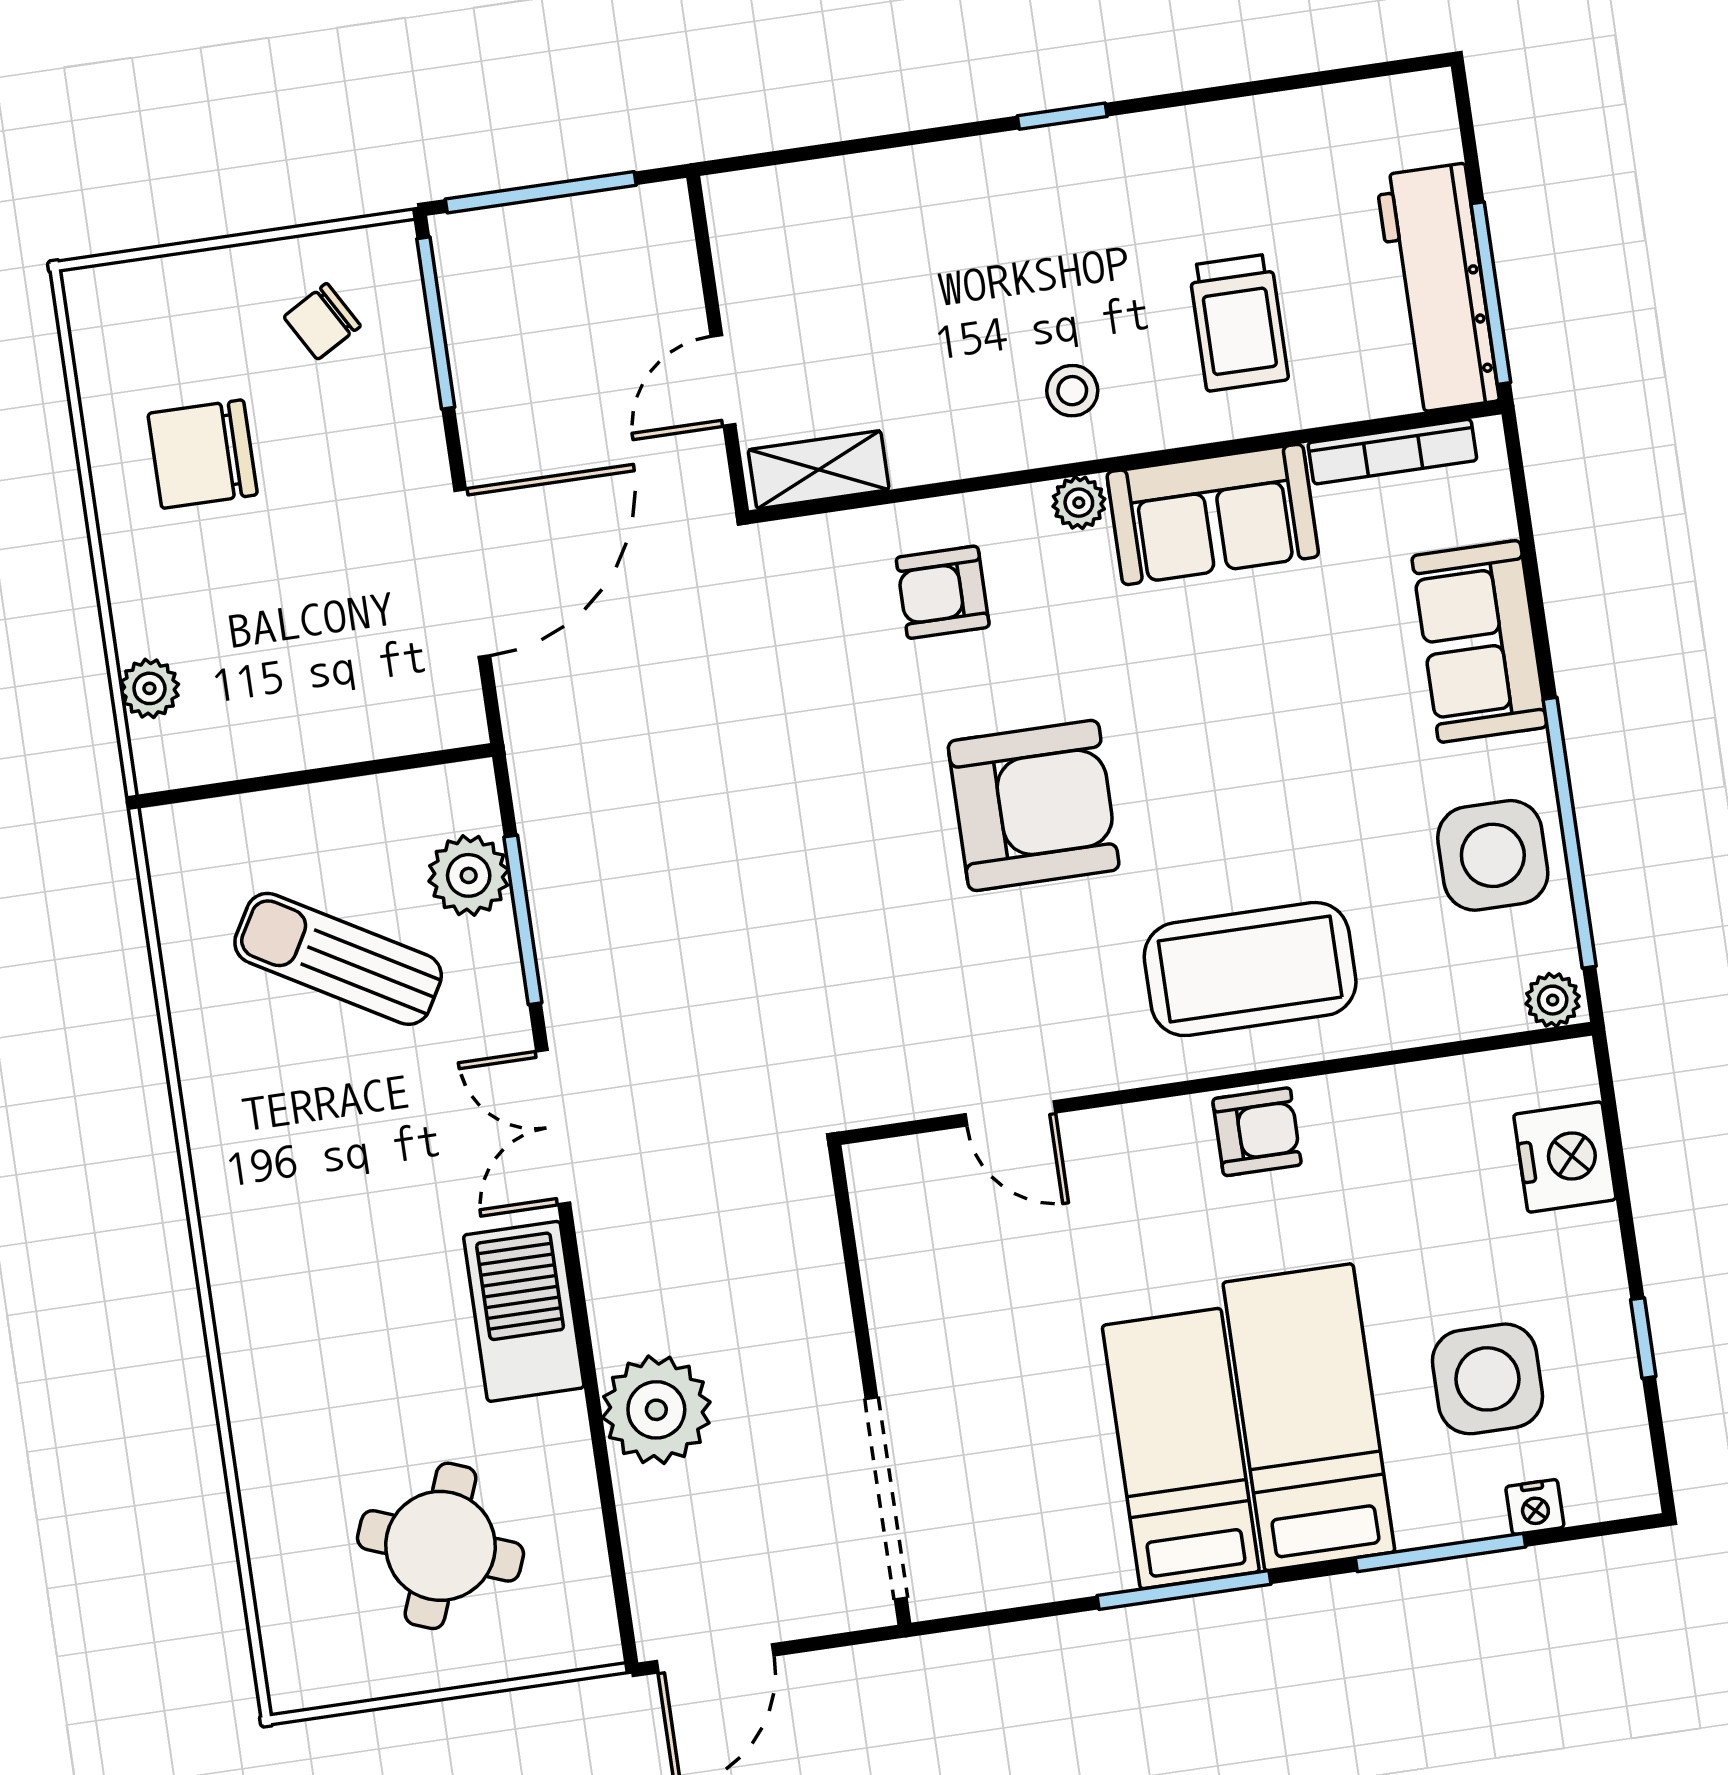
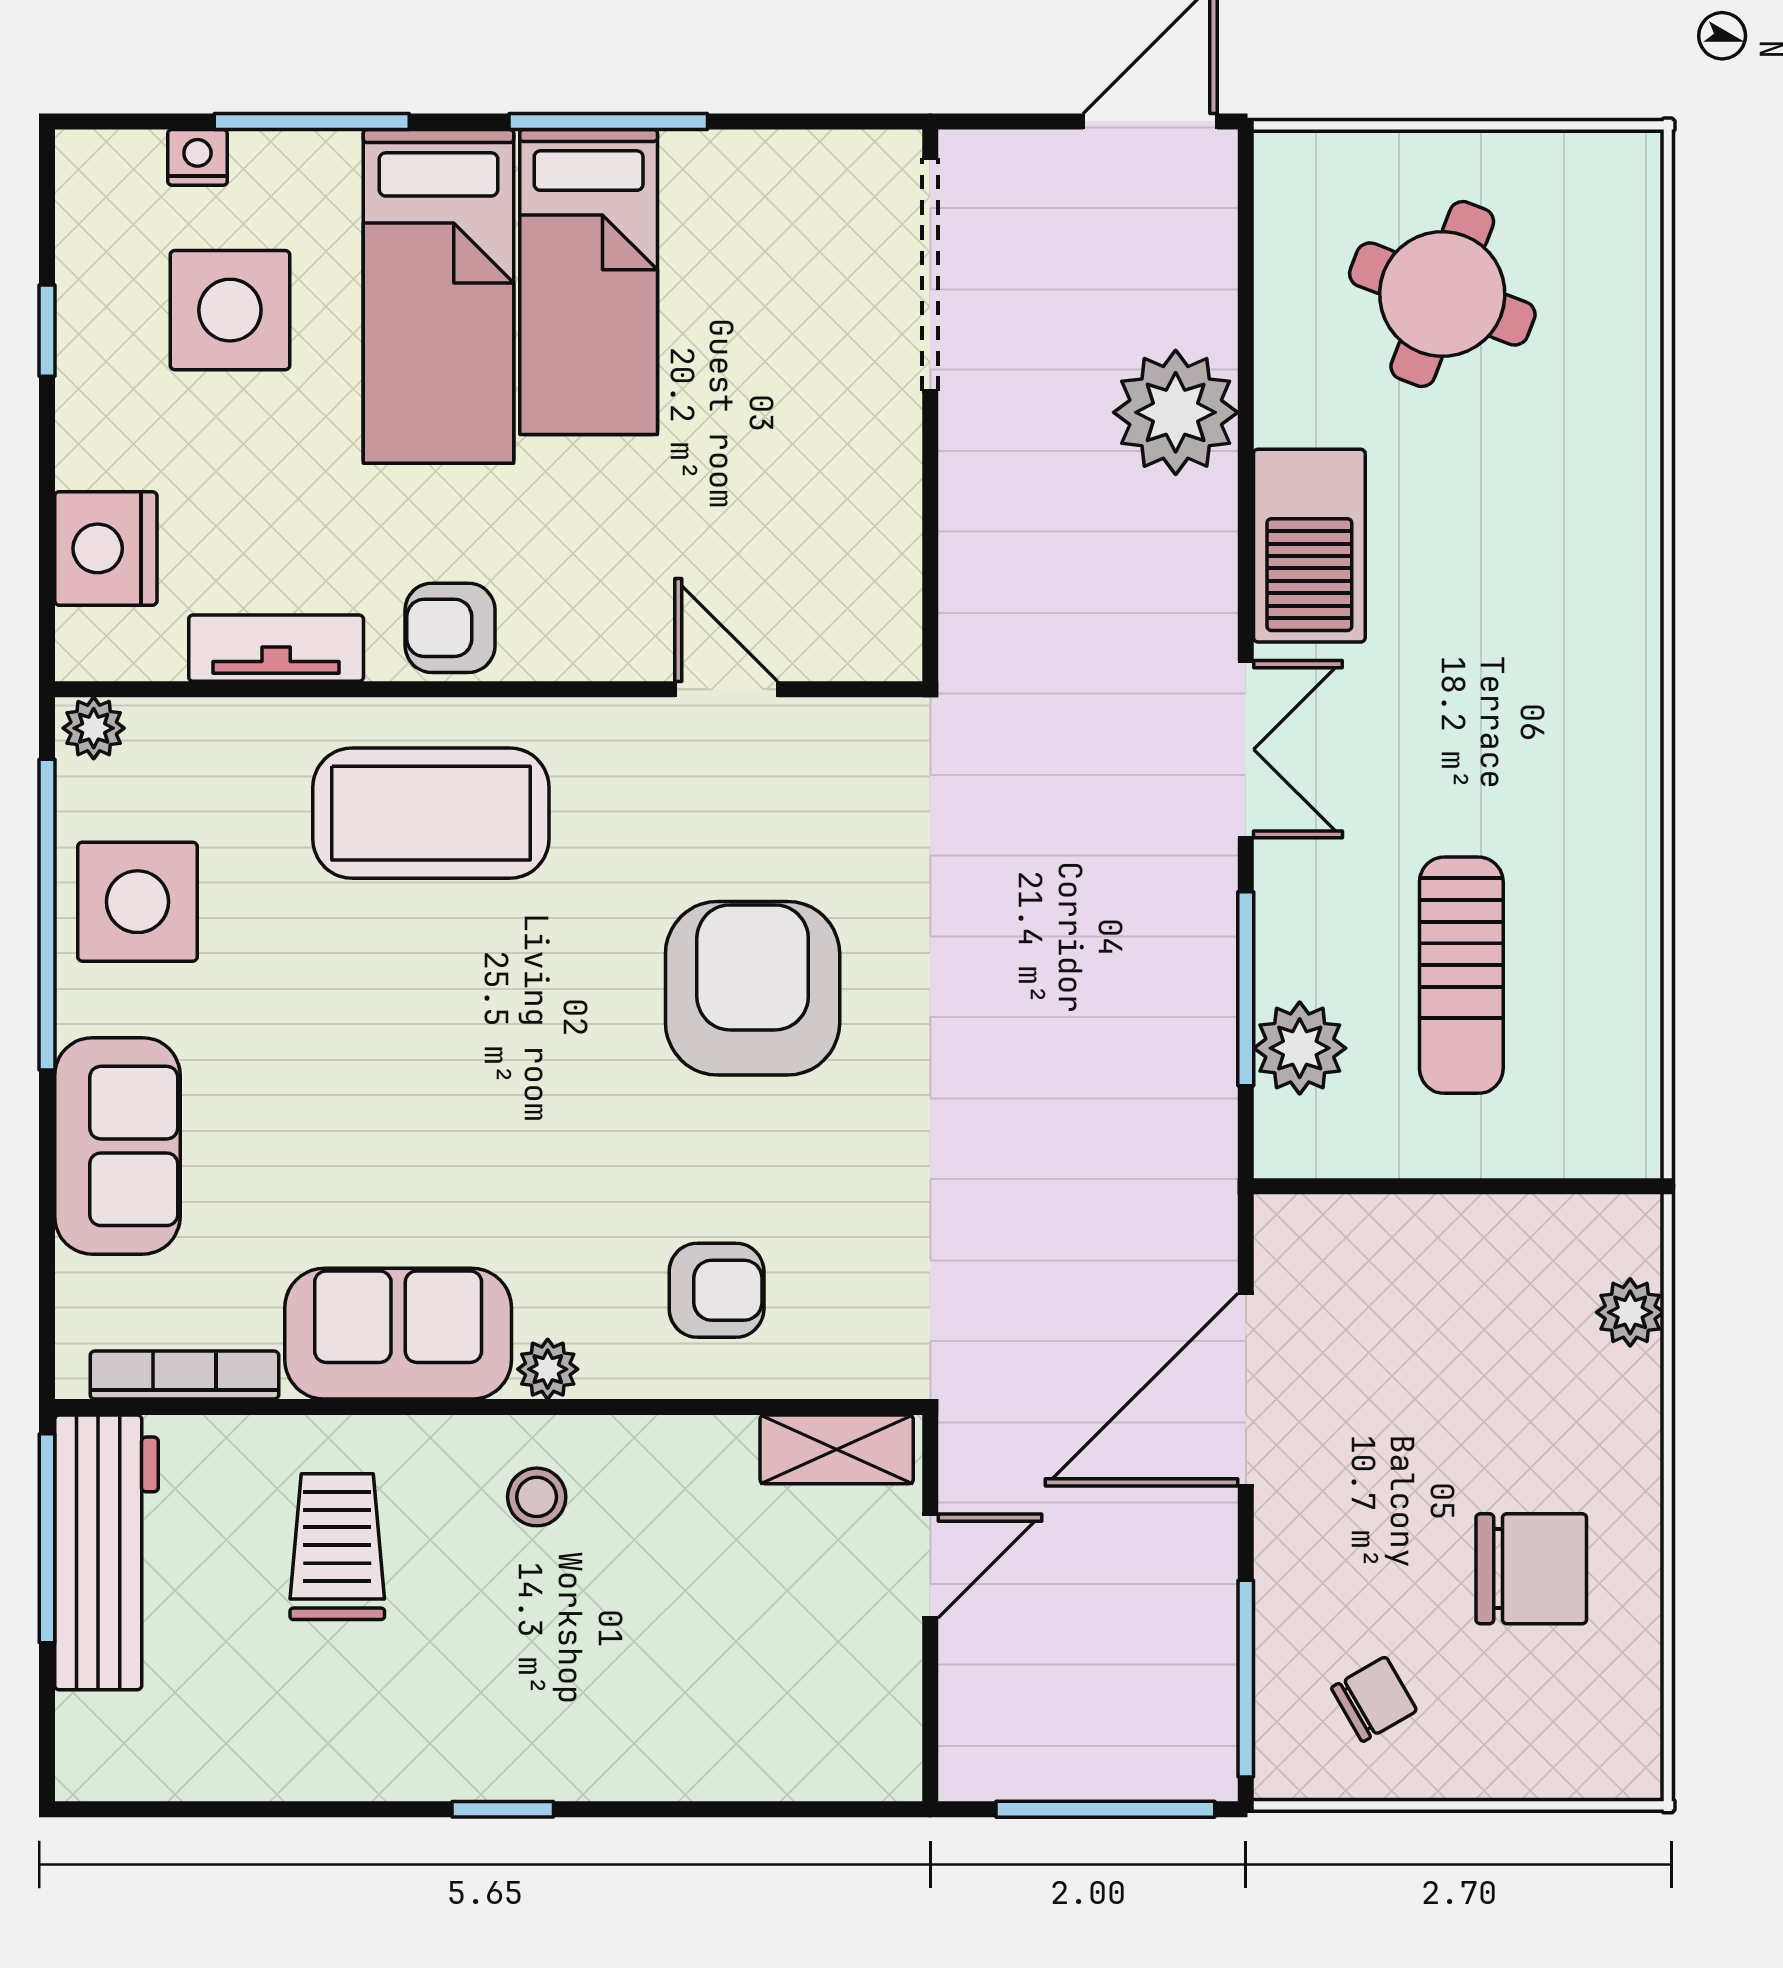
armchair: (1034, 805) -> (753, 988), moved, turned 90
sun lounger: (338, 959) -> (1461, 975), turned 60
tv unit: (1405, 1092) -> (276, 648), added

